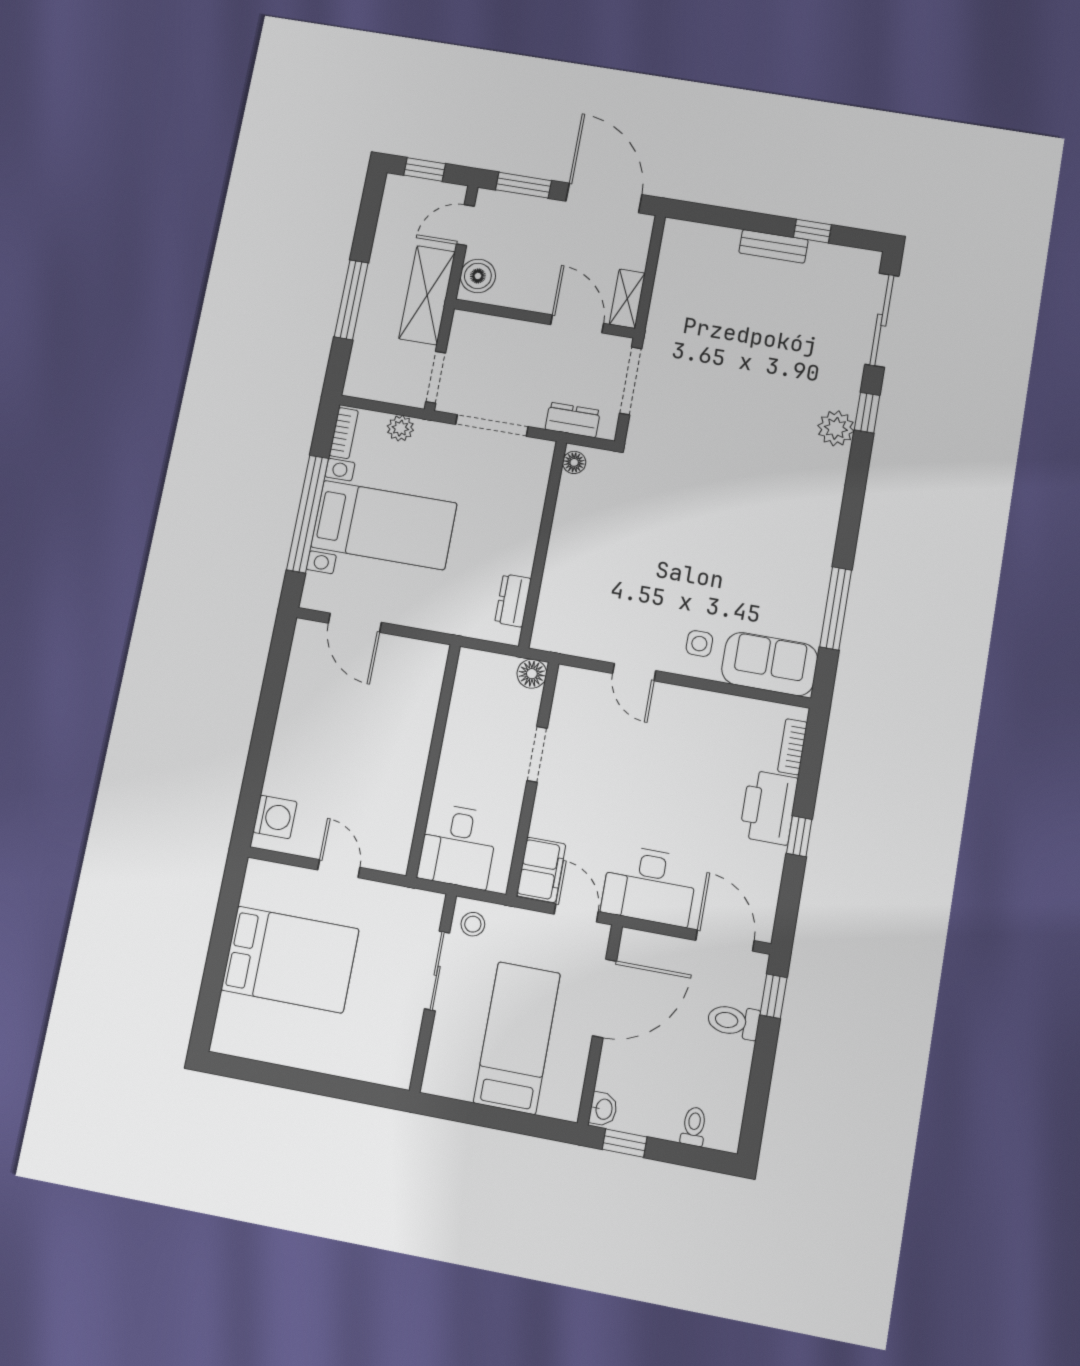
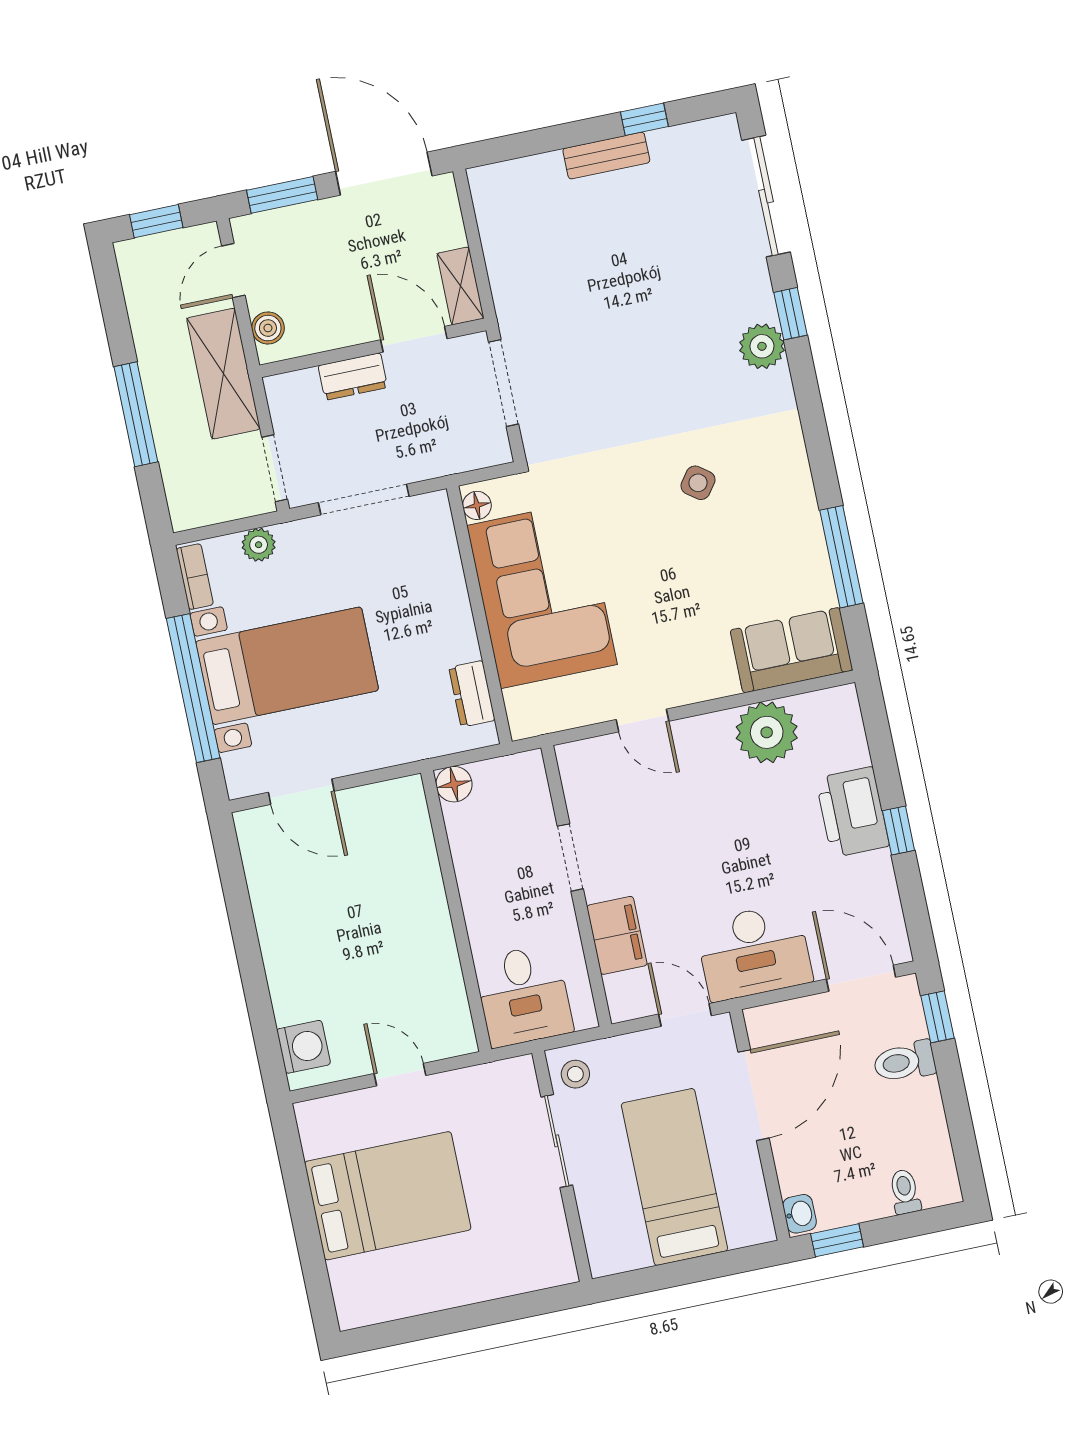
boiler: (478, 276) -> (268, 328), width x0.73, depth x0.73
dresser: (573, 420) -> (353, 377), moved, turned 180
corner sofa: (596, 548) -> (542, 595), added
side table: (699, 644) -> (698, 483), moved, turned 36
floor lamp: (532, 674) -> (454, 784), moved
plant: (726, 719) -> (767, 732), added
bookcase: (792, 747) -> (853, 734), removed
filing cabinet: (541, 870) -> (617, 935), moved

